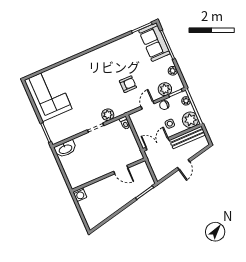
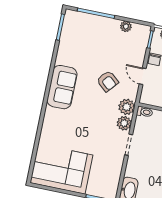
sofa: (154, 42) -> (62, 87), moved, turned -90
armchair: (128, 84) -> (108, 81), turned 131
plant: (165, 89) -> (127, 107), moved

